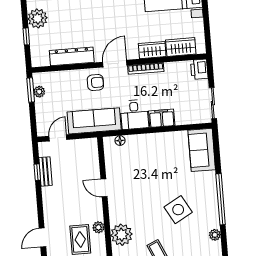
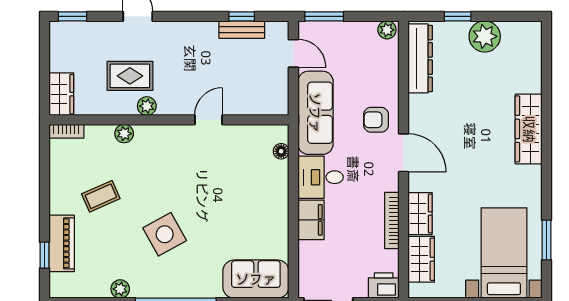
dresser: (72, 56) -> (420, 58), moved
bookcase: (146, 68) -> (392, 221), moved
armchair: (95, 82) -> (376, 120), turned 90
window: (31, 90) -> (324, 16), moved
plant: (39, 92) -> (387, 30), moved
plant: (122, 235) -> (124, 134), width x0.53, depth x0.53

